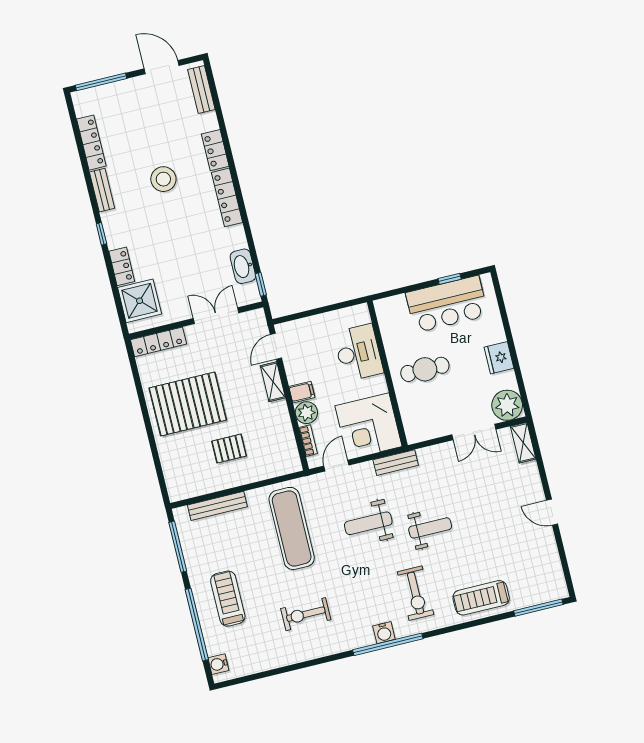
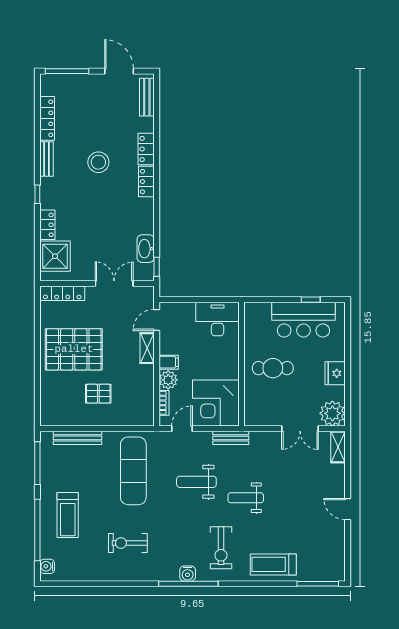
locker: (227, 197) -> (146, 182), width x0.66
desk: (358, 353) -> (217, 319), moved, turned -90
weight bench: (430, 528) -> (246, 498), turned 180
treadmill: (228, 599) -> (68, 515), turned 180

